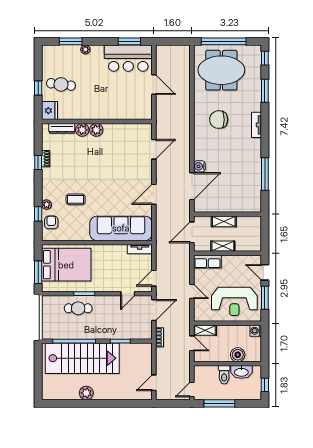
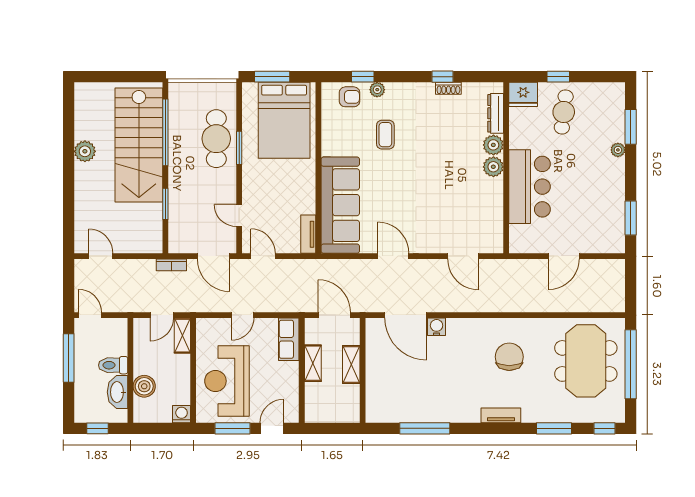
bar counter: (128, 58) -> (530, 187), moved, turned 180
cafe table: (78, 308) -> (216, 139), width x1.37, depth x1.35

